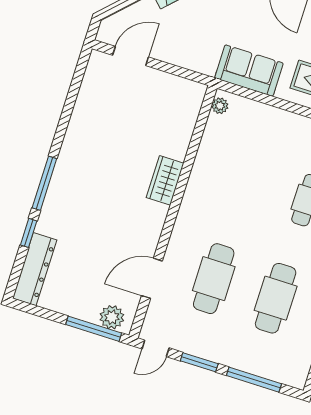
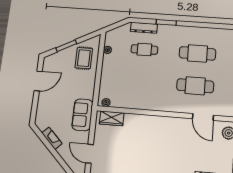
sofa: (249, 71) -> (82, 115), moved
wardrobe: (165, 180) -> (112, 118), moved

